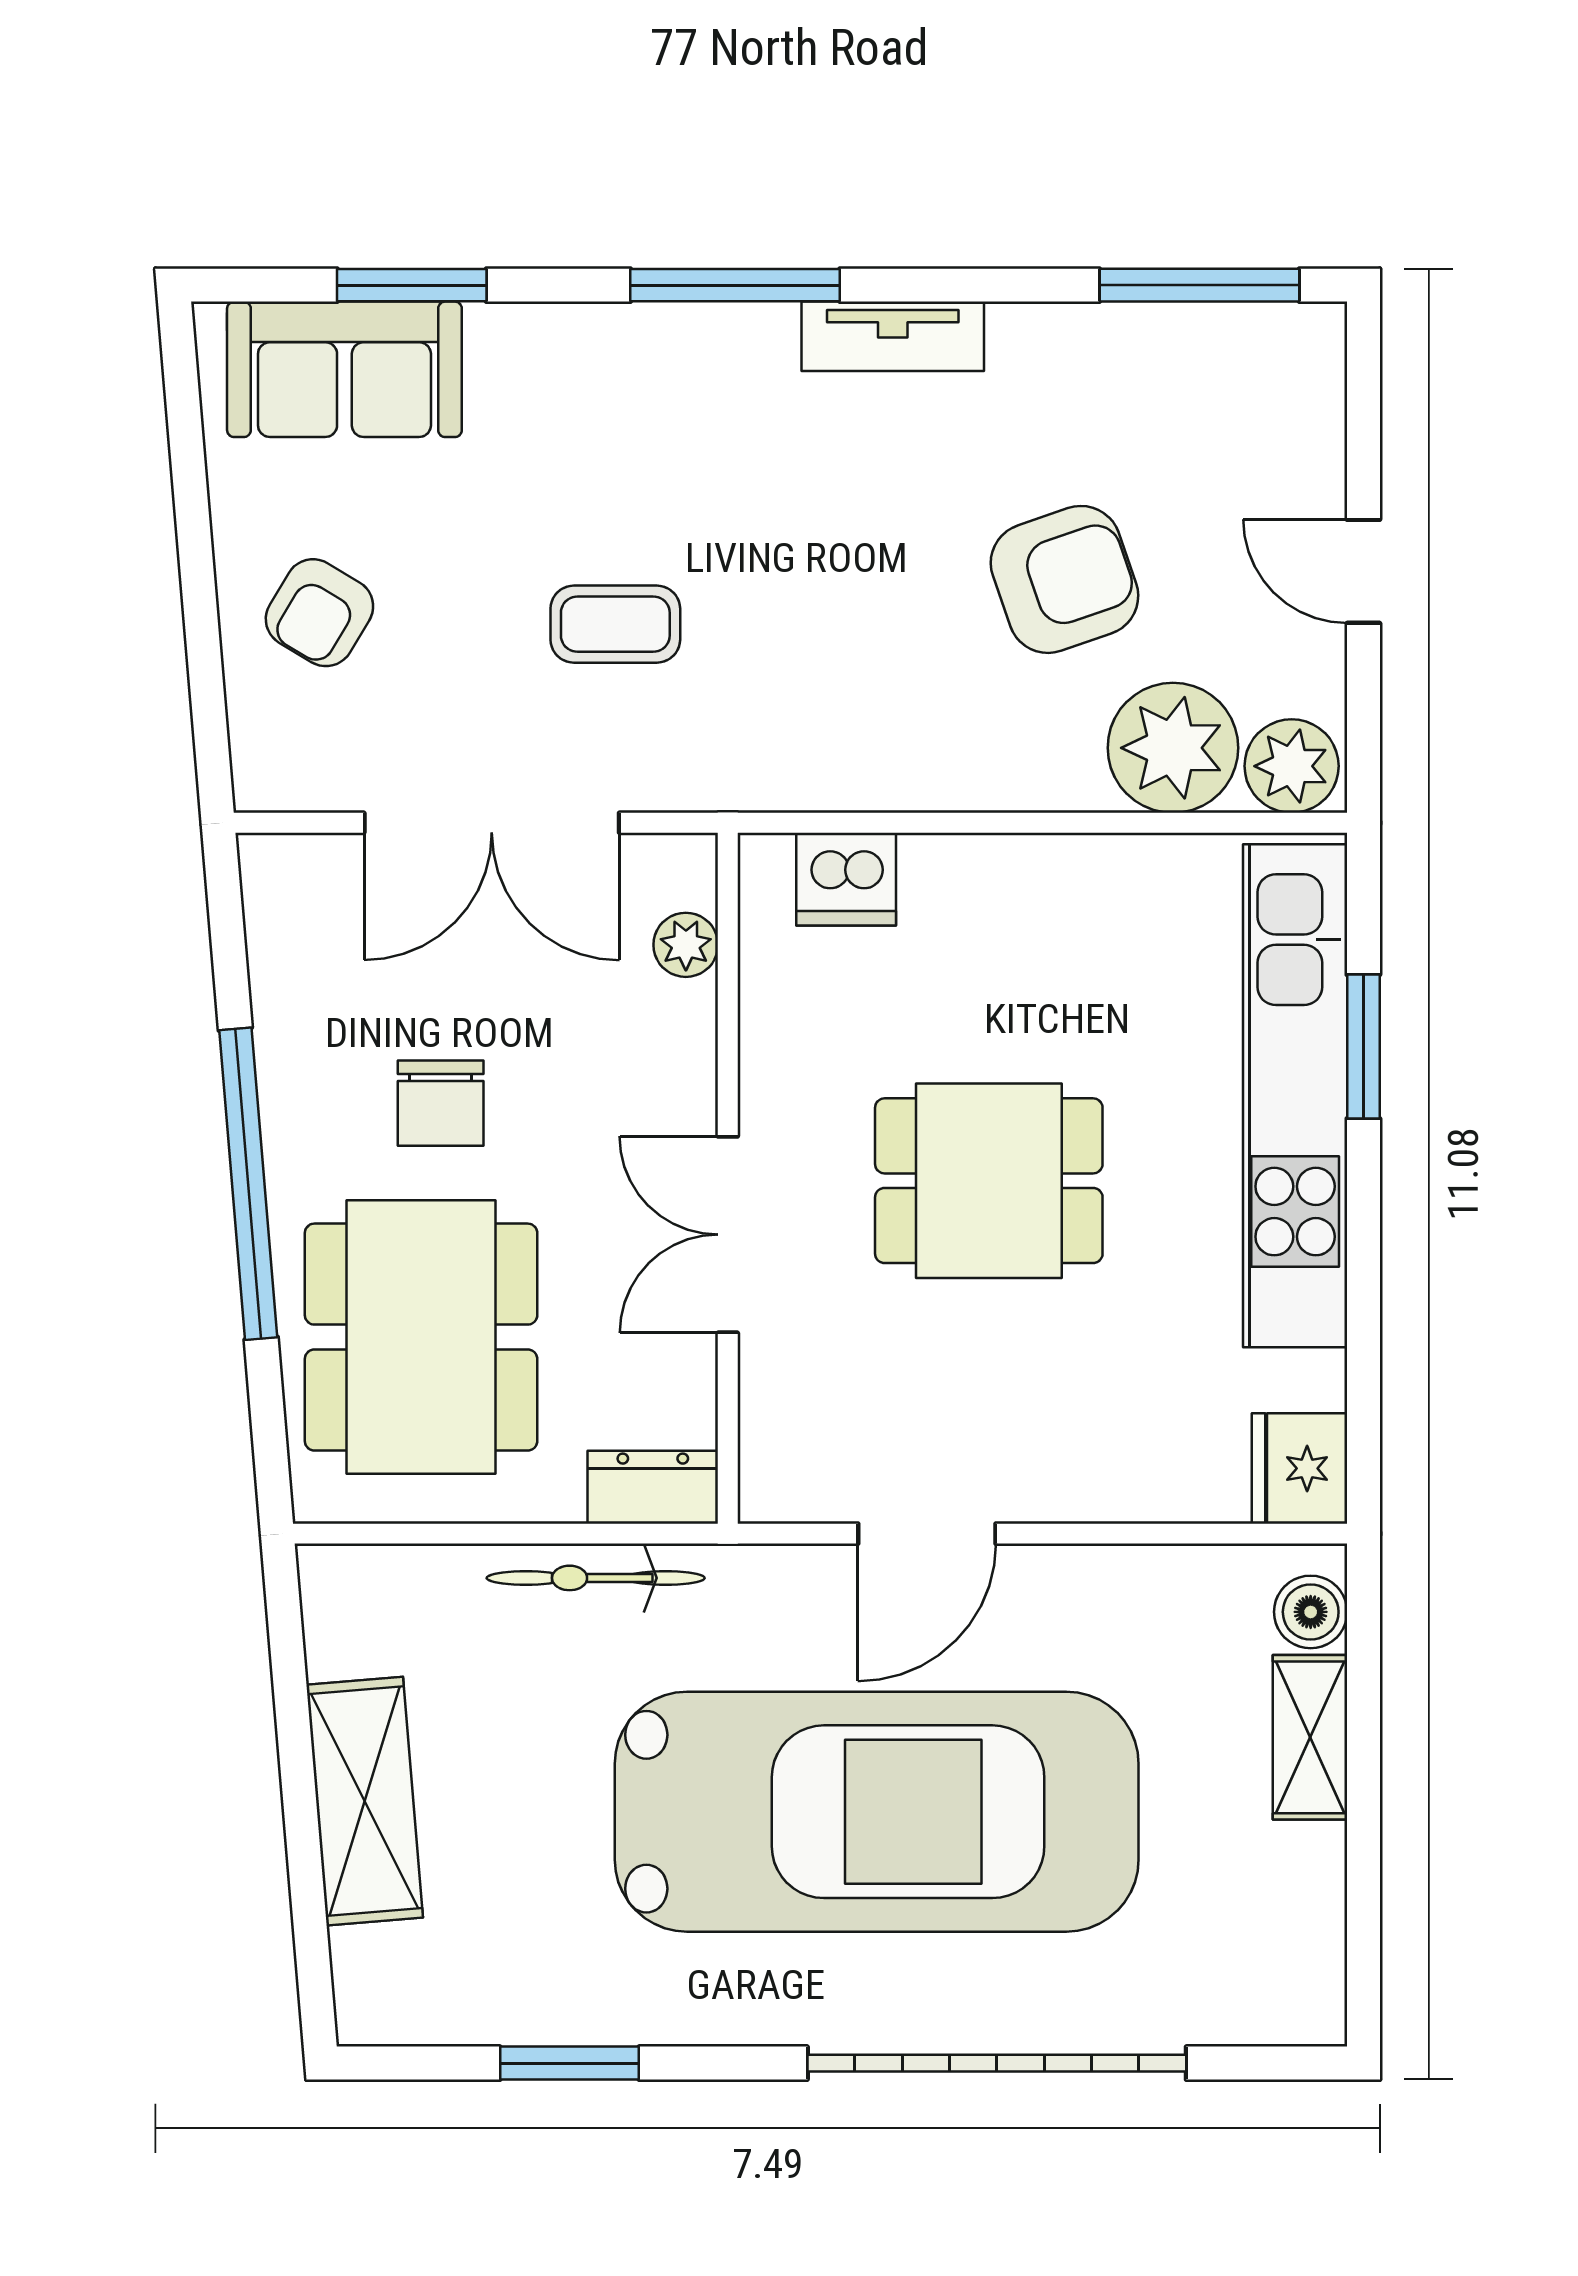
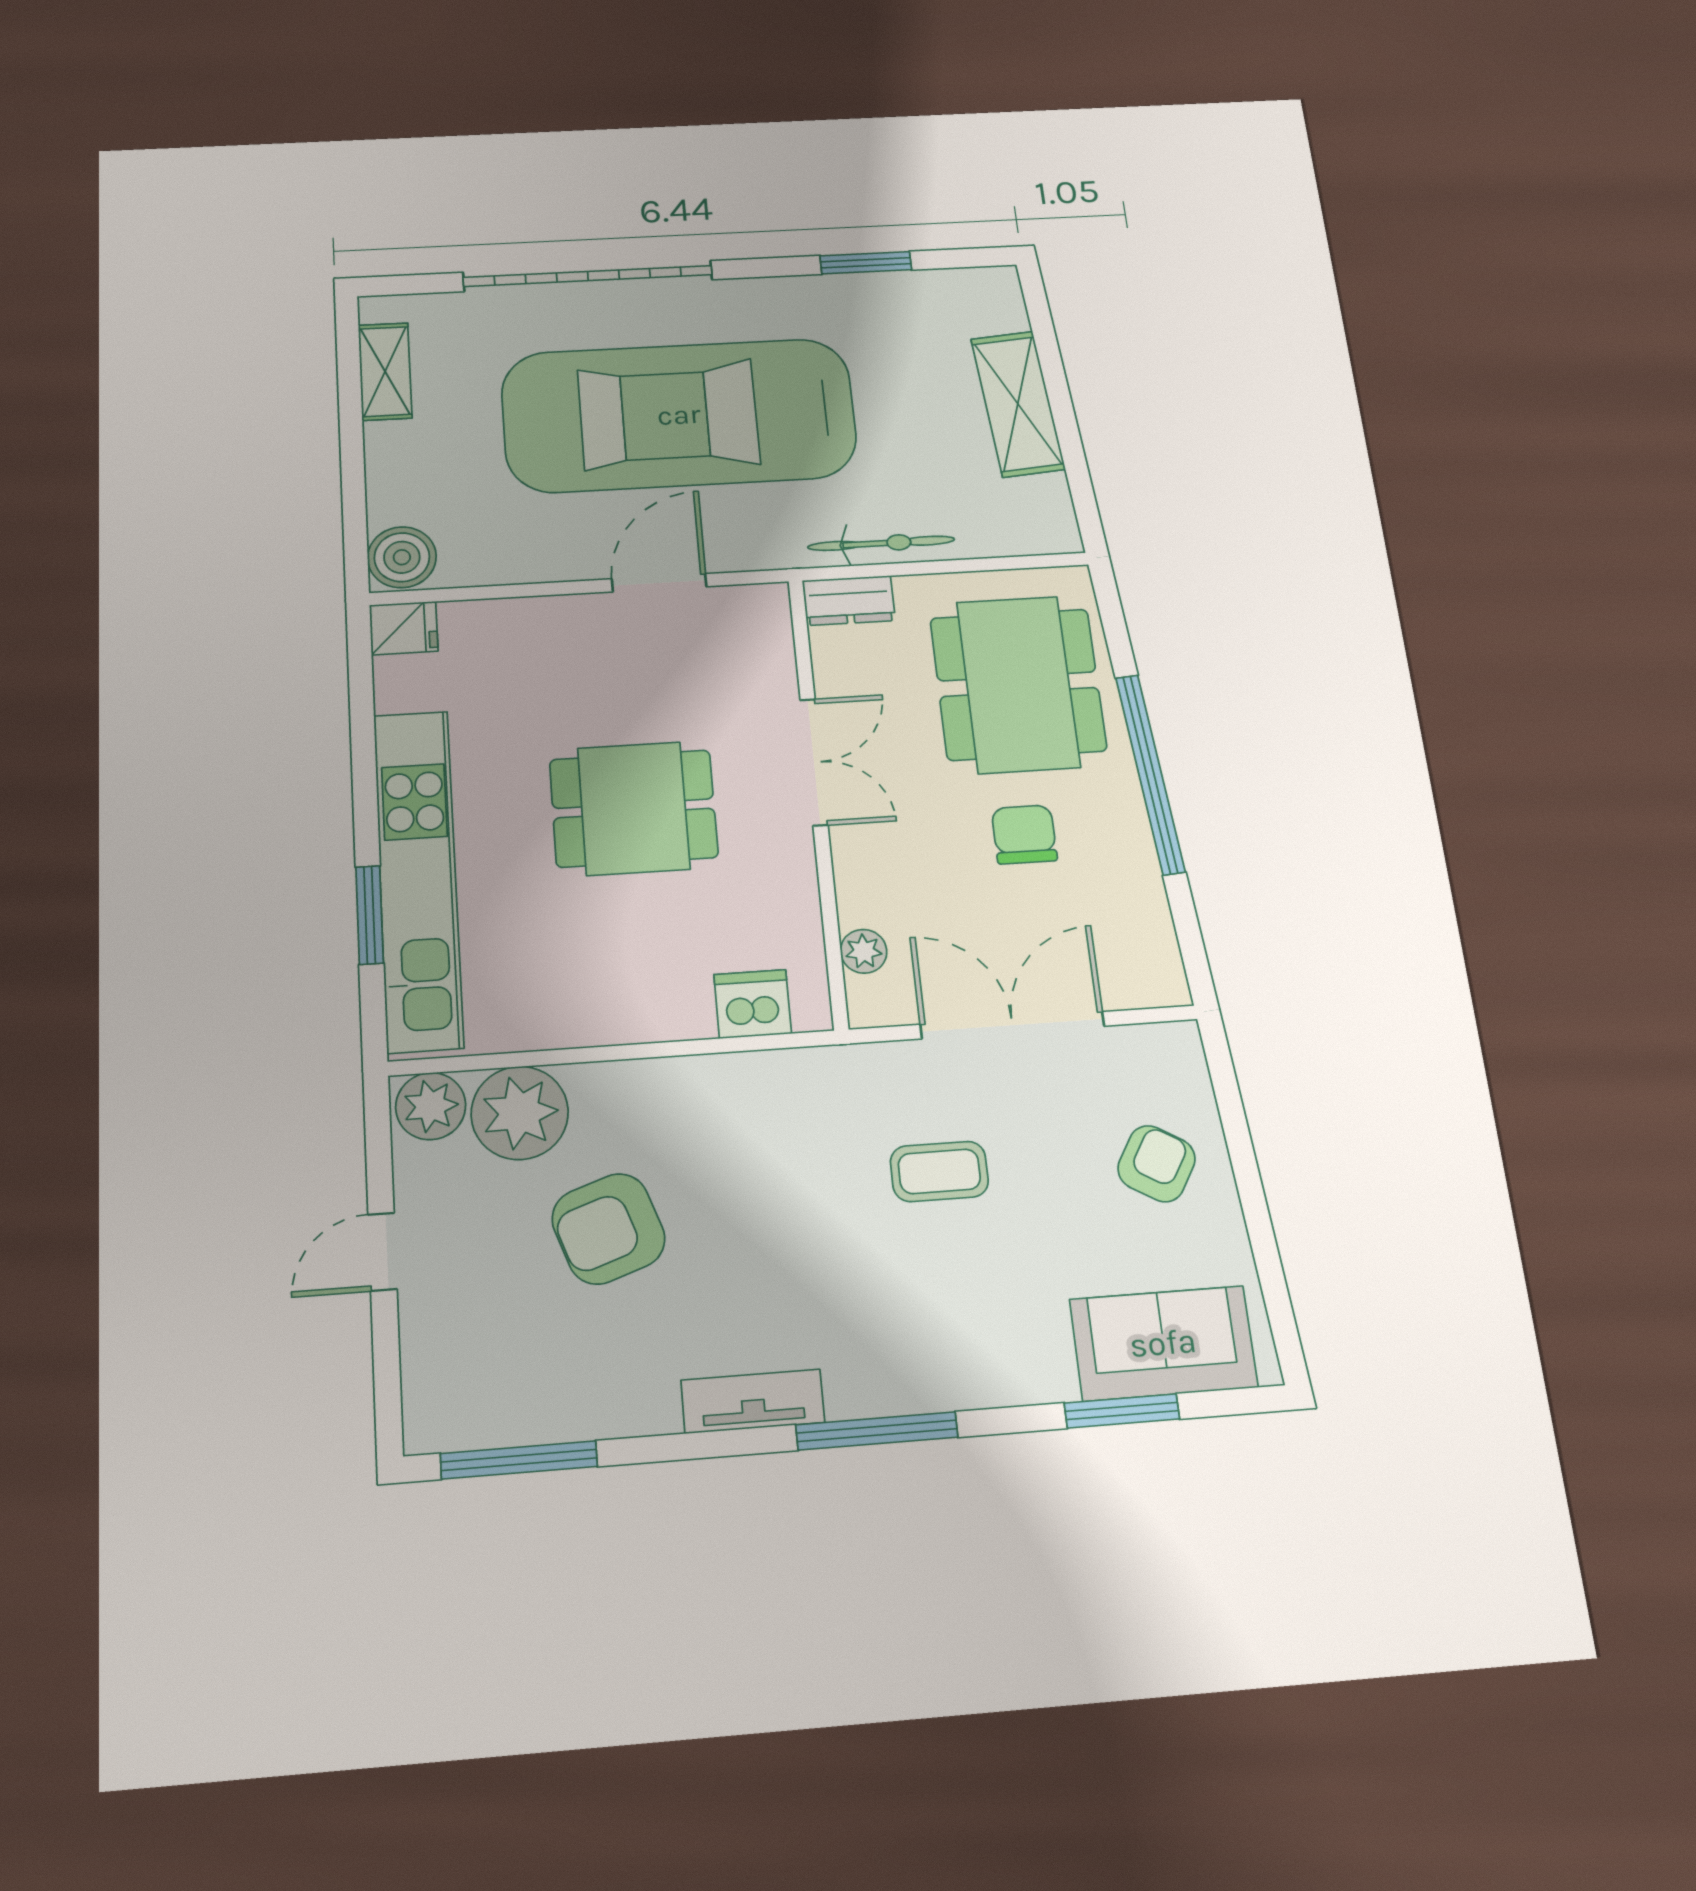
door: (1363, 571) -> (382, 1252), swing flipped
fridge: (1299, 1468) -> (404, 628), width x0.72
boiler: (1311, 1612) -> (402, 557), width x1.36, depth x1.36
shelving: (1310, 1737) -> (385, 371), moved

